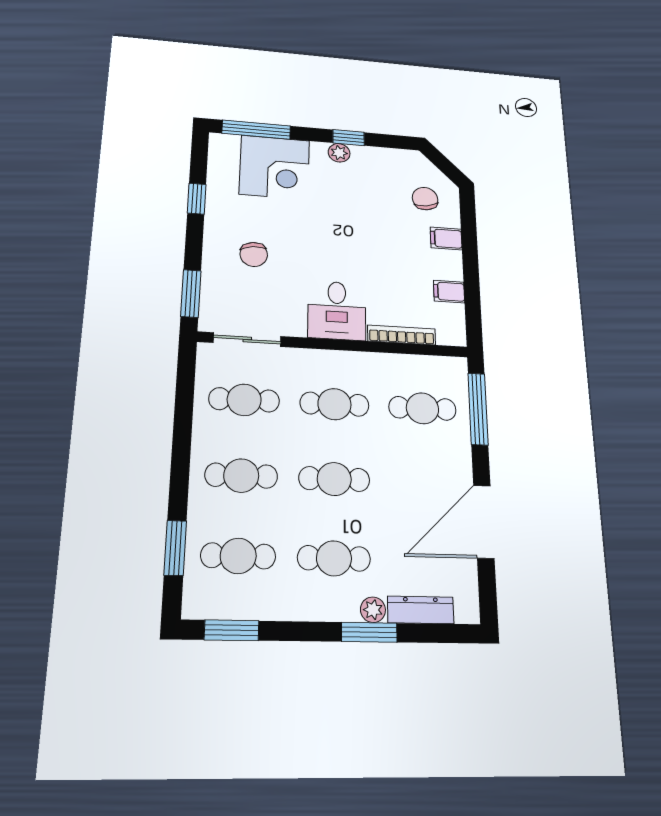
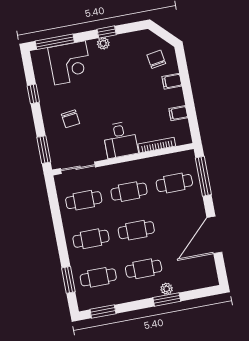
dresser: (421, 610) -> (189, 284), removed

